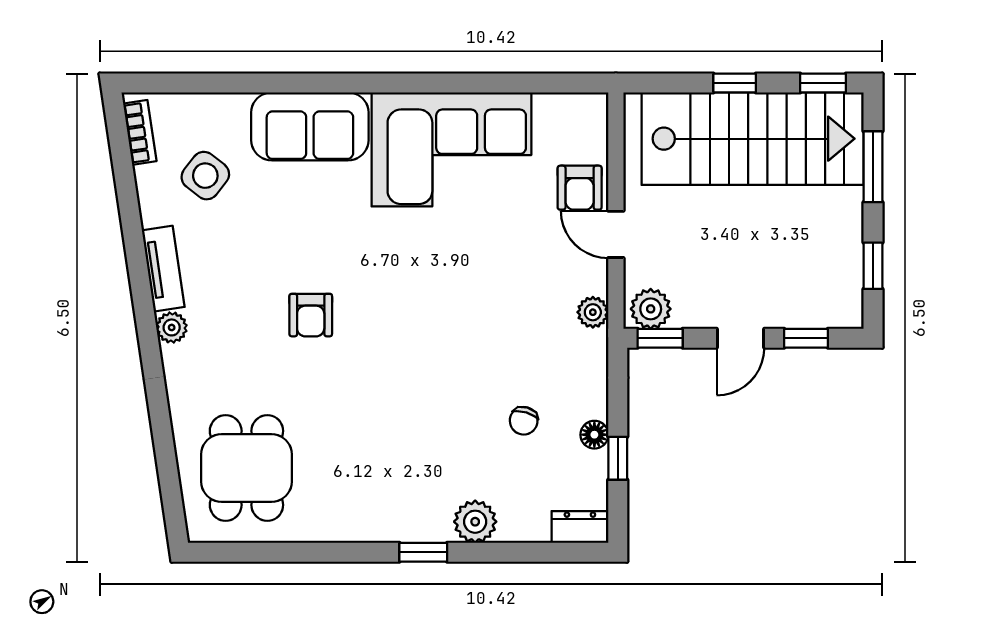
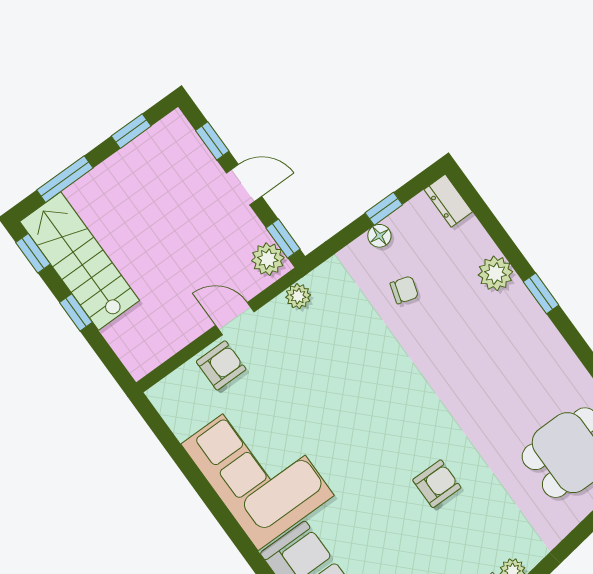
stairs: (753, 139) -> (80, 261), width x0.73, depth x0.66
door: (616, 234) -> (235, 319), swing flipped

